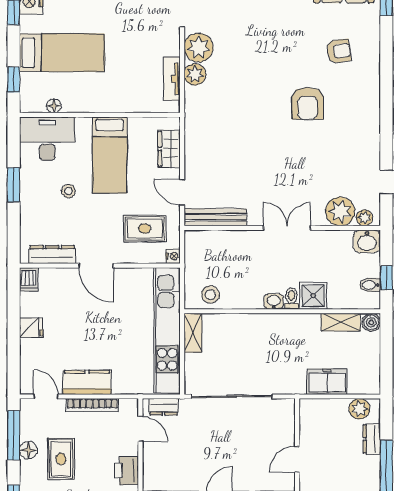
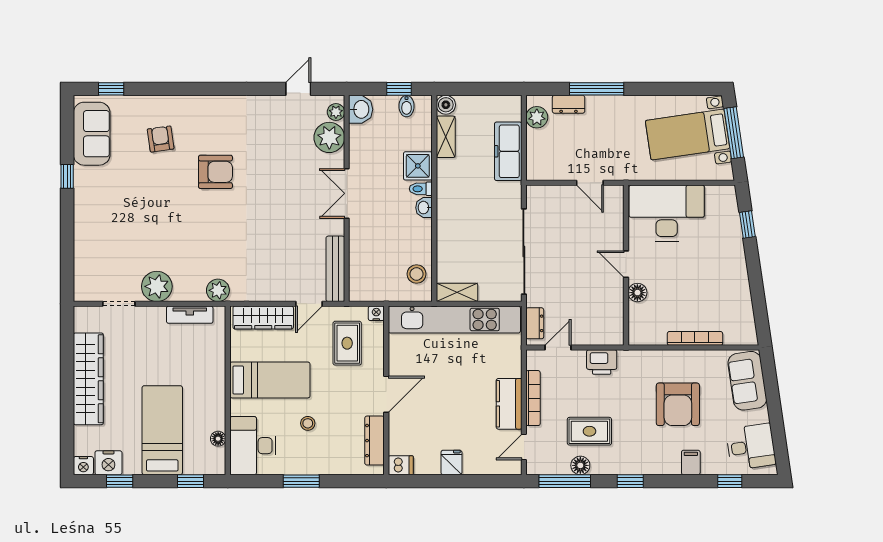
plant: (195, 74) -> (218, 290), moved
wardrobe: (169, 149) -> (263, 318), width x1.50
freezer: (327, 382) -> (508, 151), width x1.40

